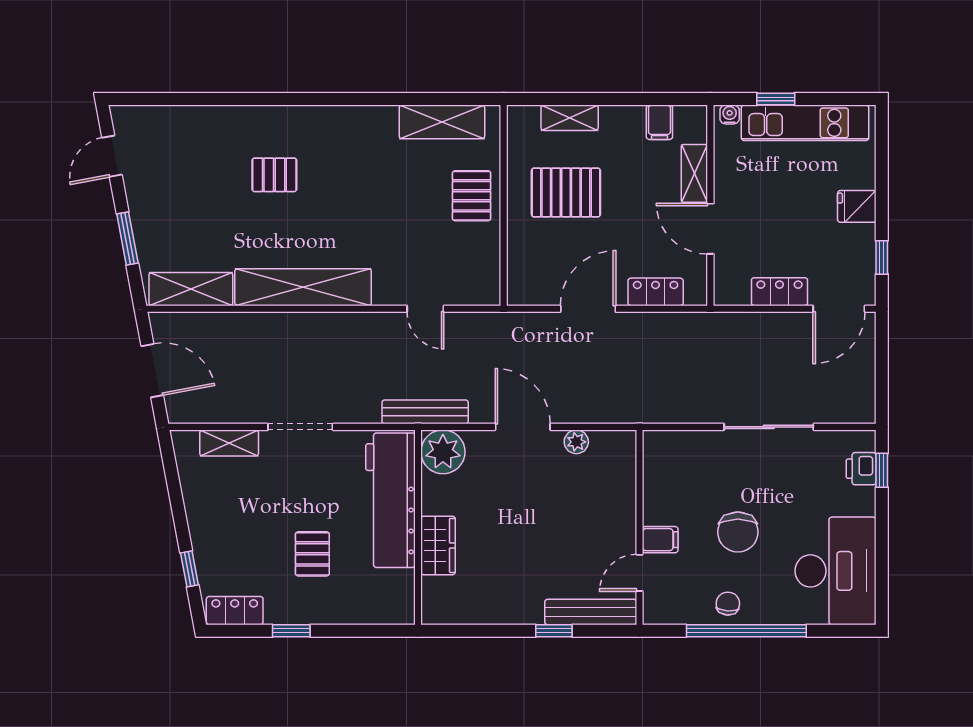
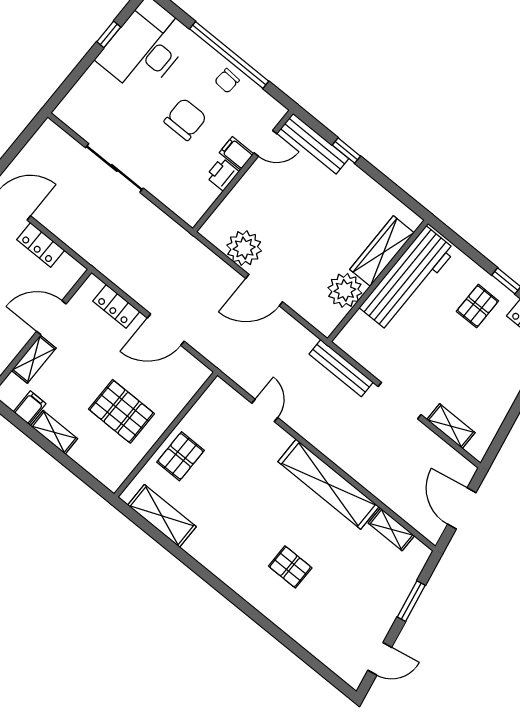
shelving: (570, 118) -> (54, 432), moved
door: (710, 229) -> (51, 318), swing flipped
shelving: (191, 289) -> (391, 529), width x0.67, depth x0.75
bench: (425, 412) -> (341, 368), moved
door: (523, 427) -> (264, 290), hinge flipped
plant: (576, 442) -> (244, 248), width x1.88, depth x1.88
plant: (443, 452) -> (345, 290), moved
printer: (861, 469) -> (222, 174), moved, turned 180
window: (882, 470) -> (109, 34), moved
workbench: (390, 500) -> (407, 279), moved
wardrobe: (438, 545) -> (382, 251), width x1.50
pallet: (312, 554) -> (477, 306), moved

